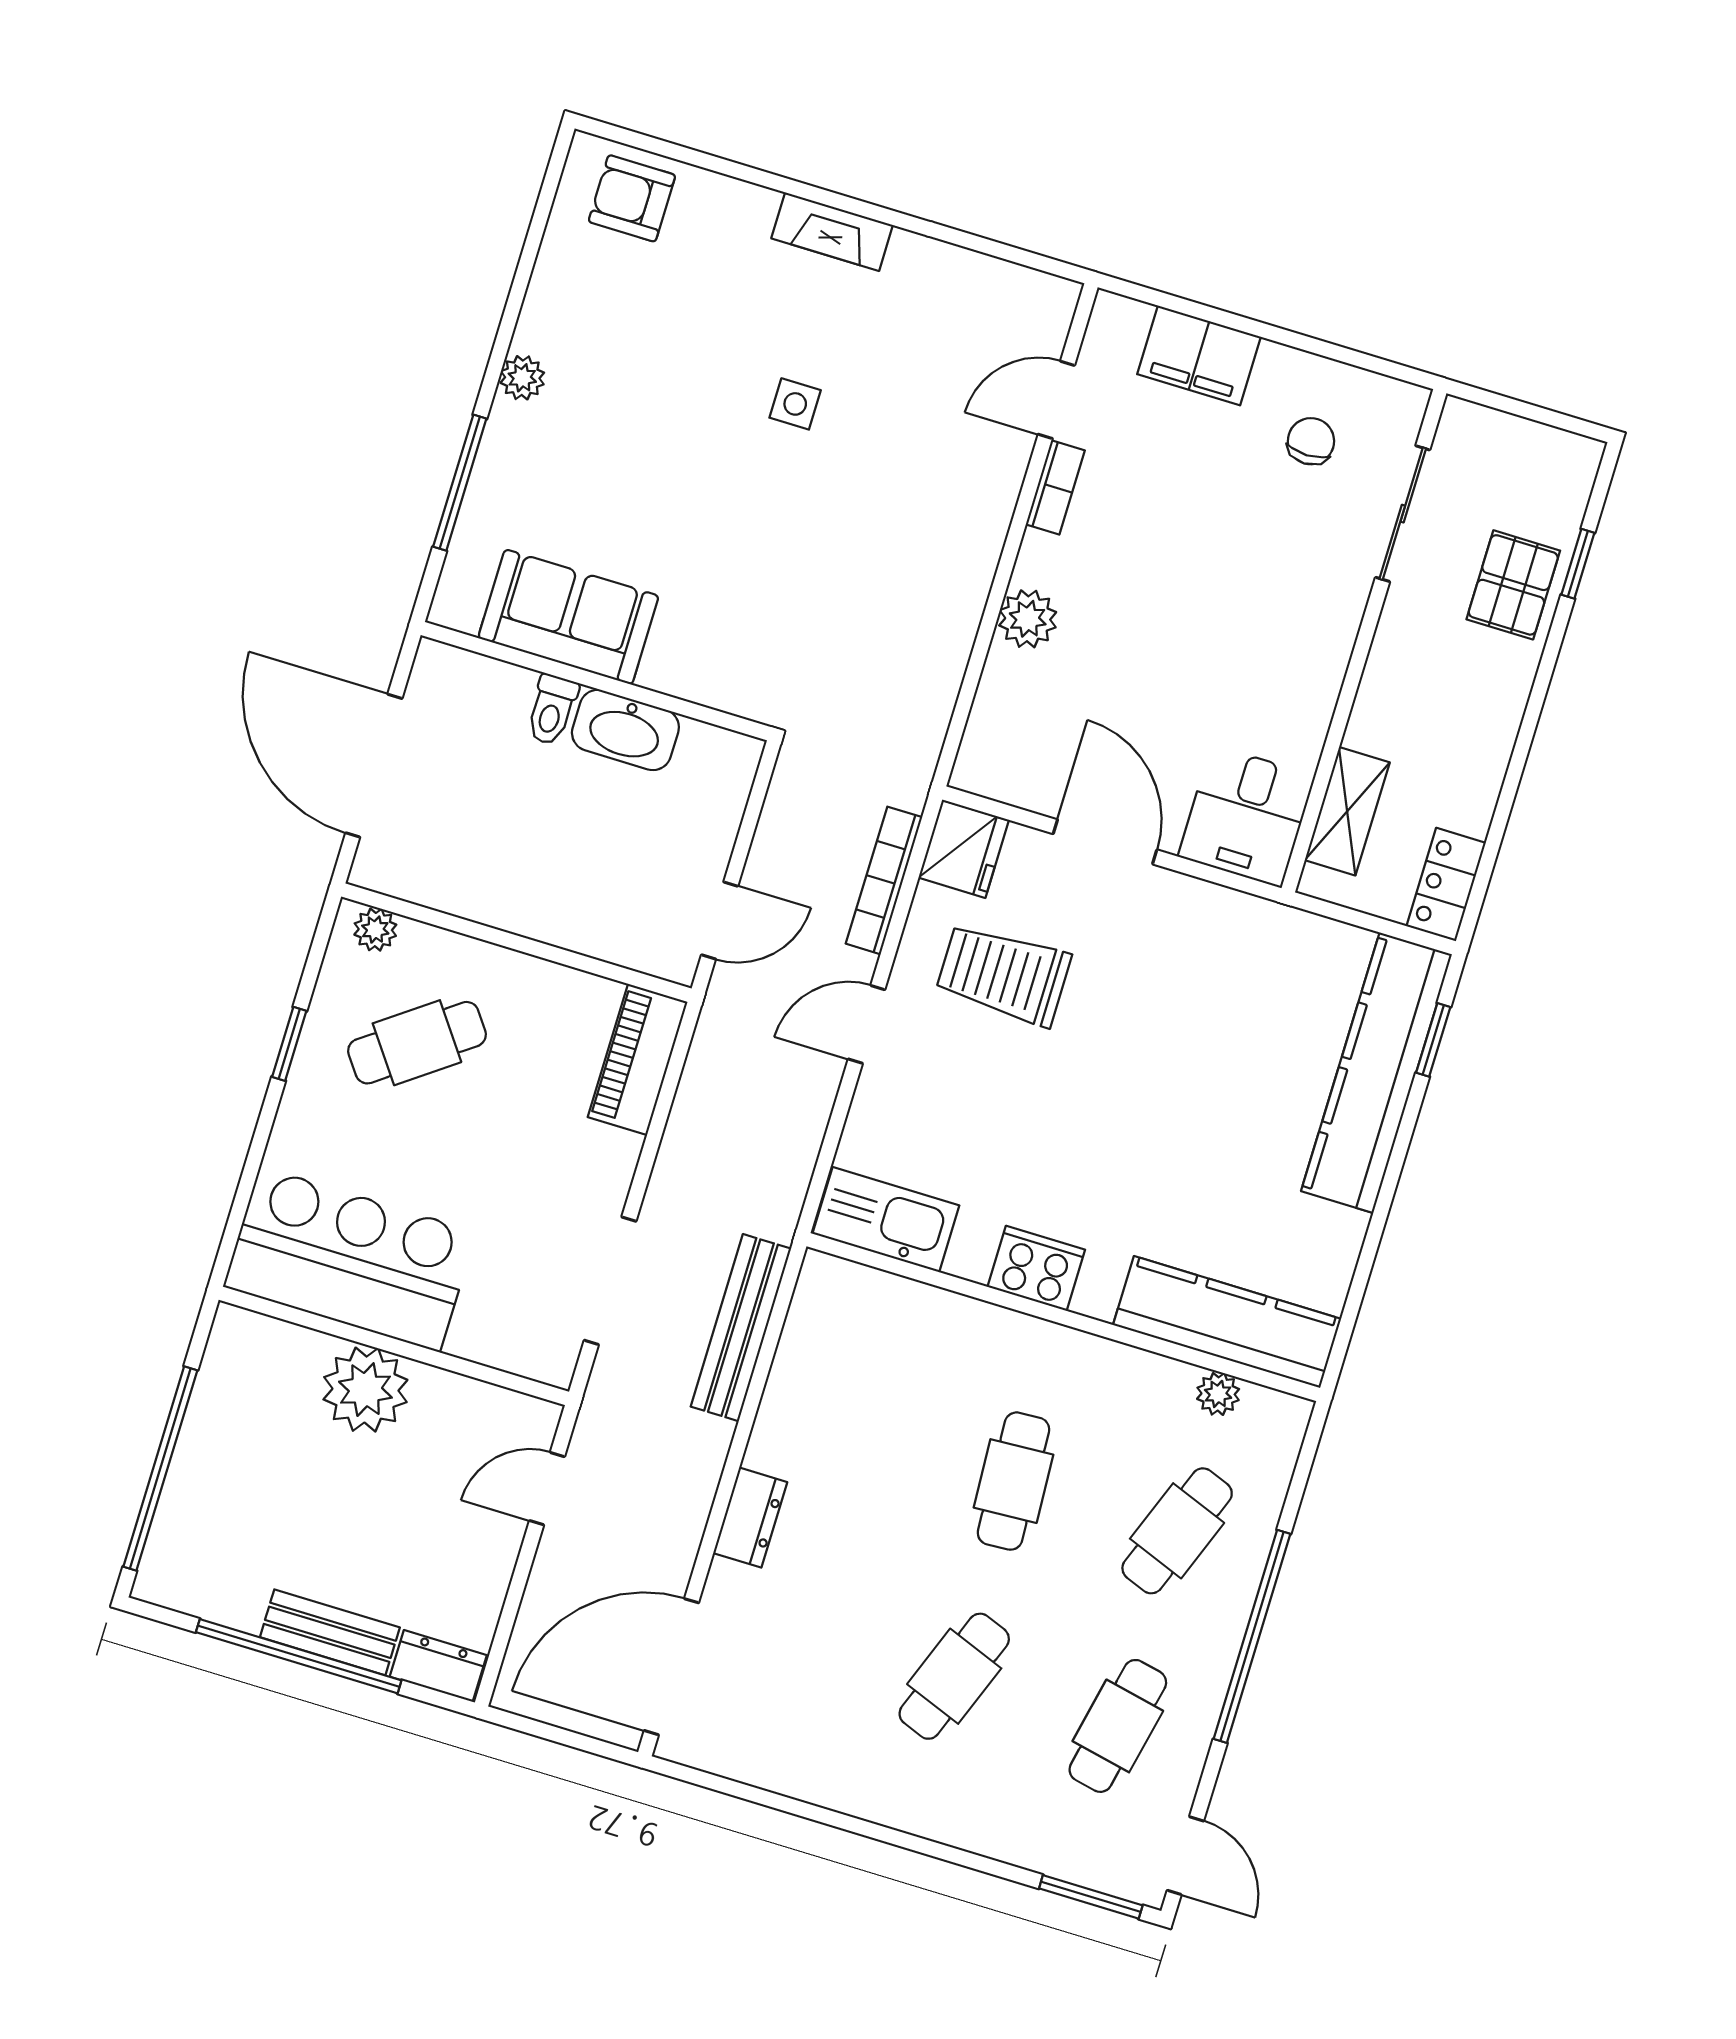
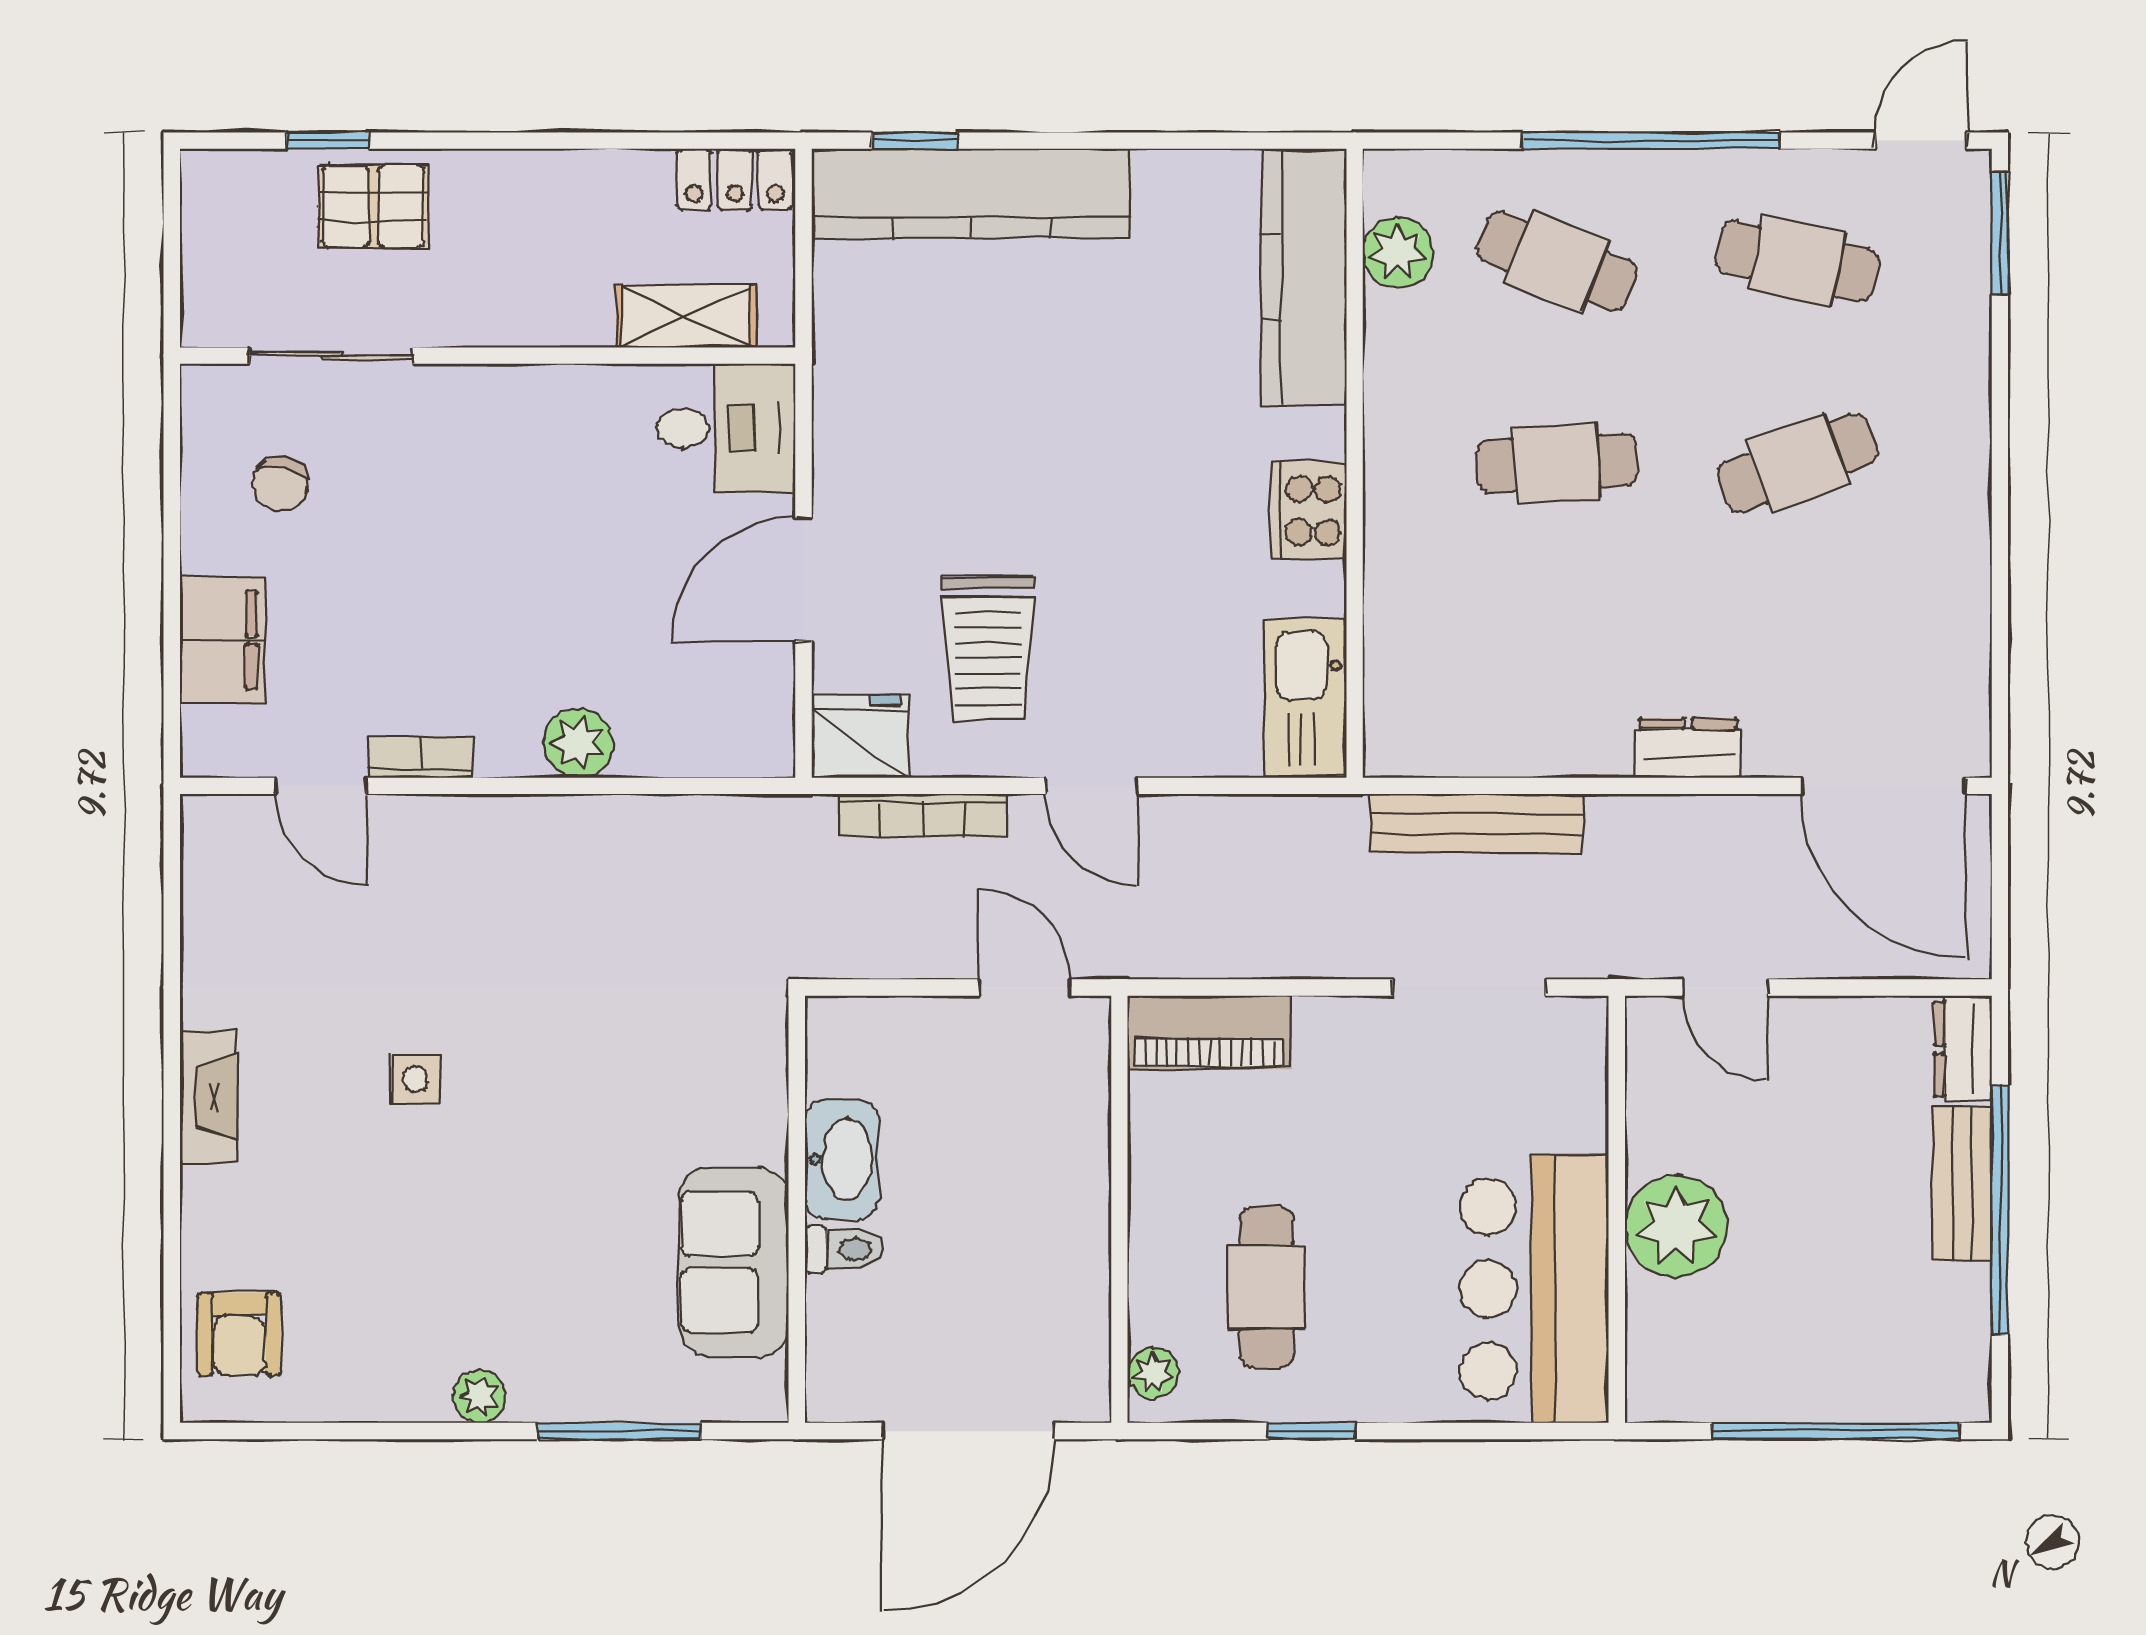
chair: (1311, 441) -> (280, 484), turned -77
cafe table: (417, 1043) -> (1266, 1287), turned 36
plant: (1218, 1394) -> (1398, 253), width x1.38, depth x1.38
cafe table: (954, 1676) -> (1798, 463), turned -42

